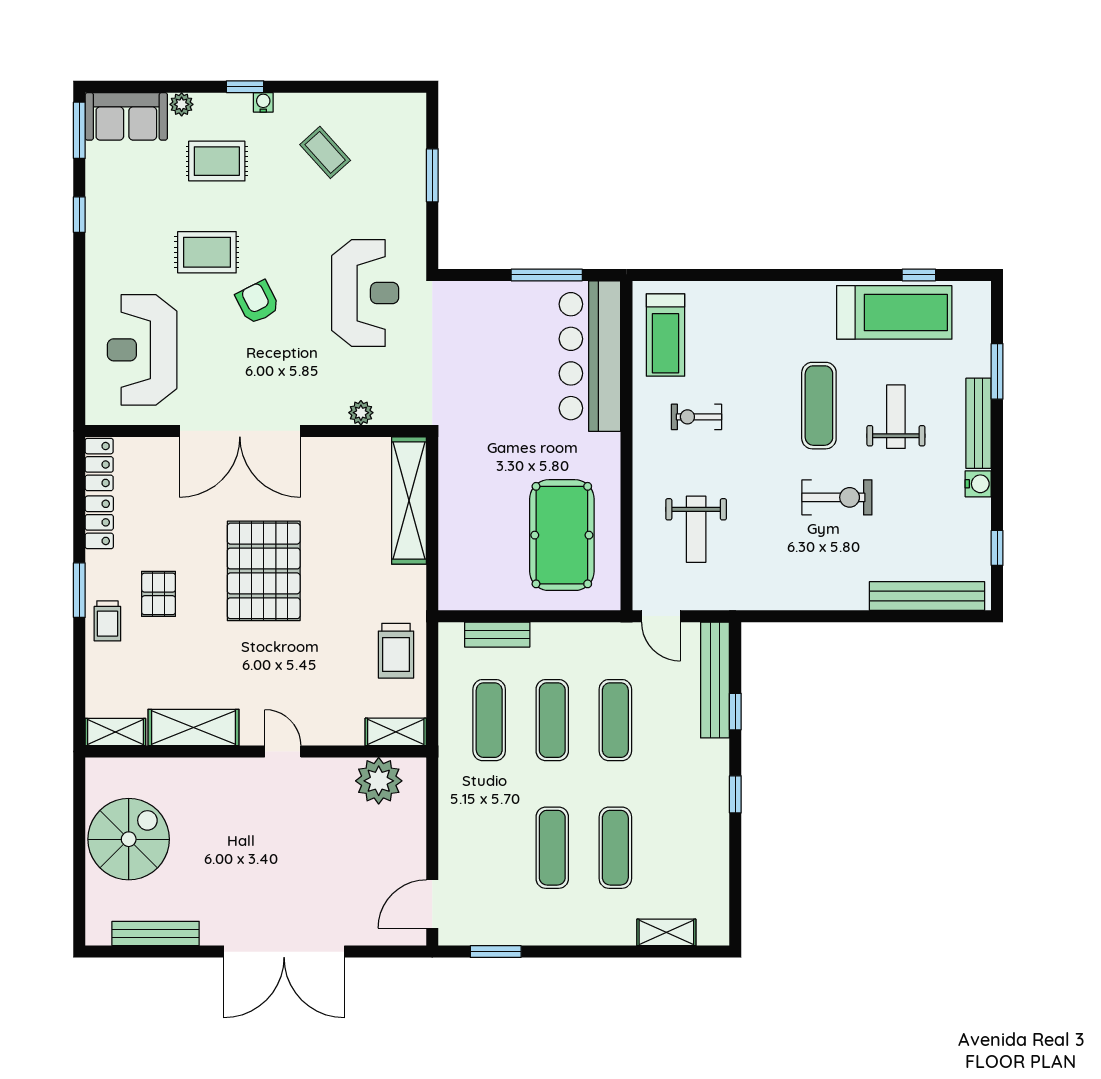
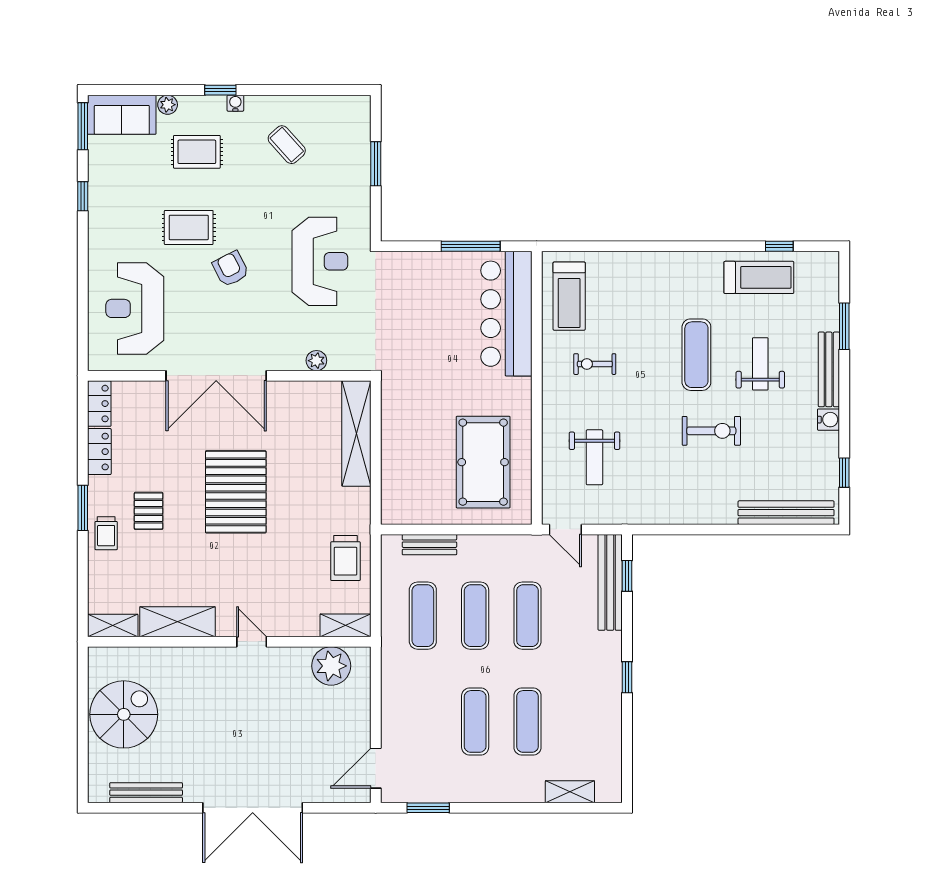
treadmill: (894, 312) -> (759, 277), width x0.73, depth x0.73
window: (735, 712) -> (627, 576), moved

